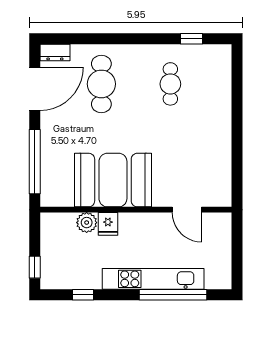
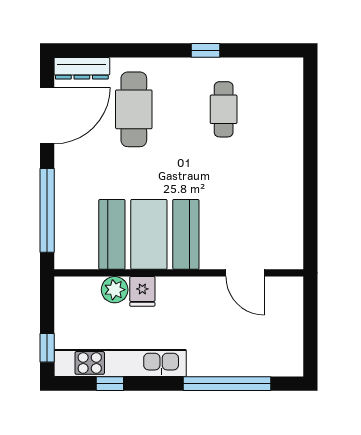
window: (192, 39) -> (205, 50), moved
dresser: (55, 52) -> (82, 68), width x1.44
kitchen unit: (153, 279) -> (120, 363), moved

